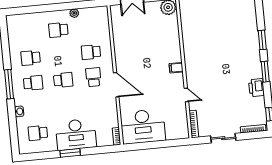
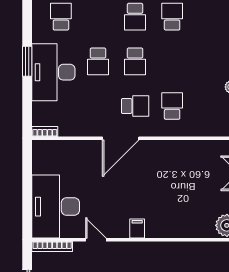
school desk: (58, 30) -> (98, 61), moved, turned 180
door: (186, 95) -> (96, 240), swing flipped
desk: (143, 126) -> (56, 207), moved

